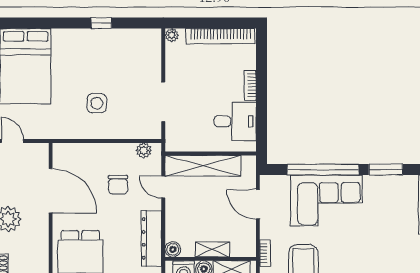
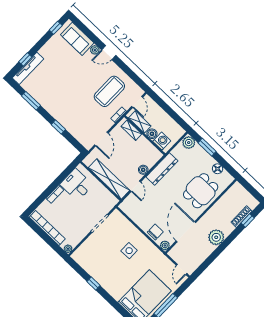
plant: (144, 150) -> (165, 245), moved
window: (323, 170) -> (58, 127), width x0.32
chair: (118, 185) -> (155, 232), moved
corner sofa: (326, 200) -> (70, 112), removed
boiler: (173, 249) -> (143, 170), moved
shelving: (212, 249) -> (131, 130), moved

